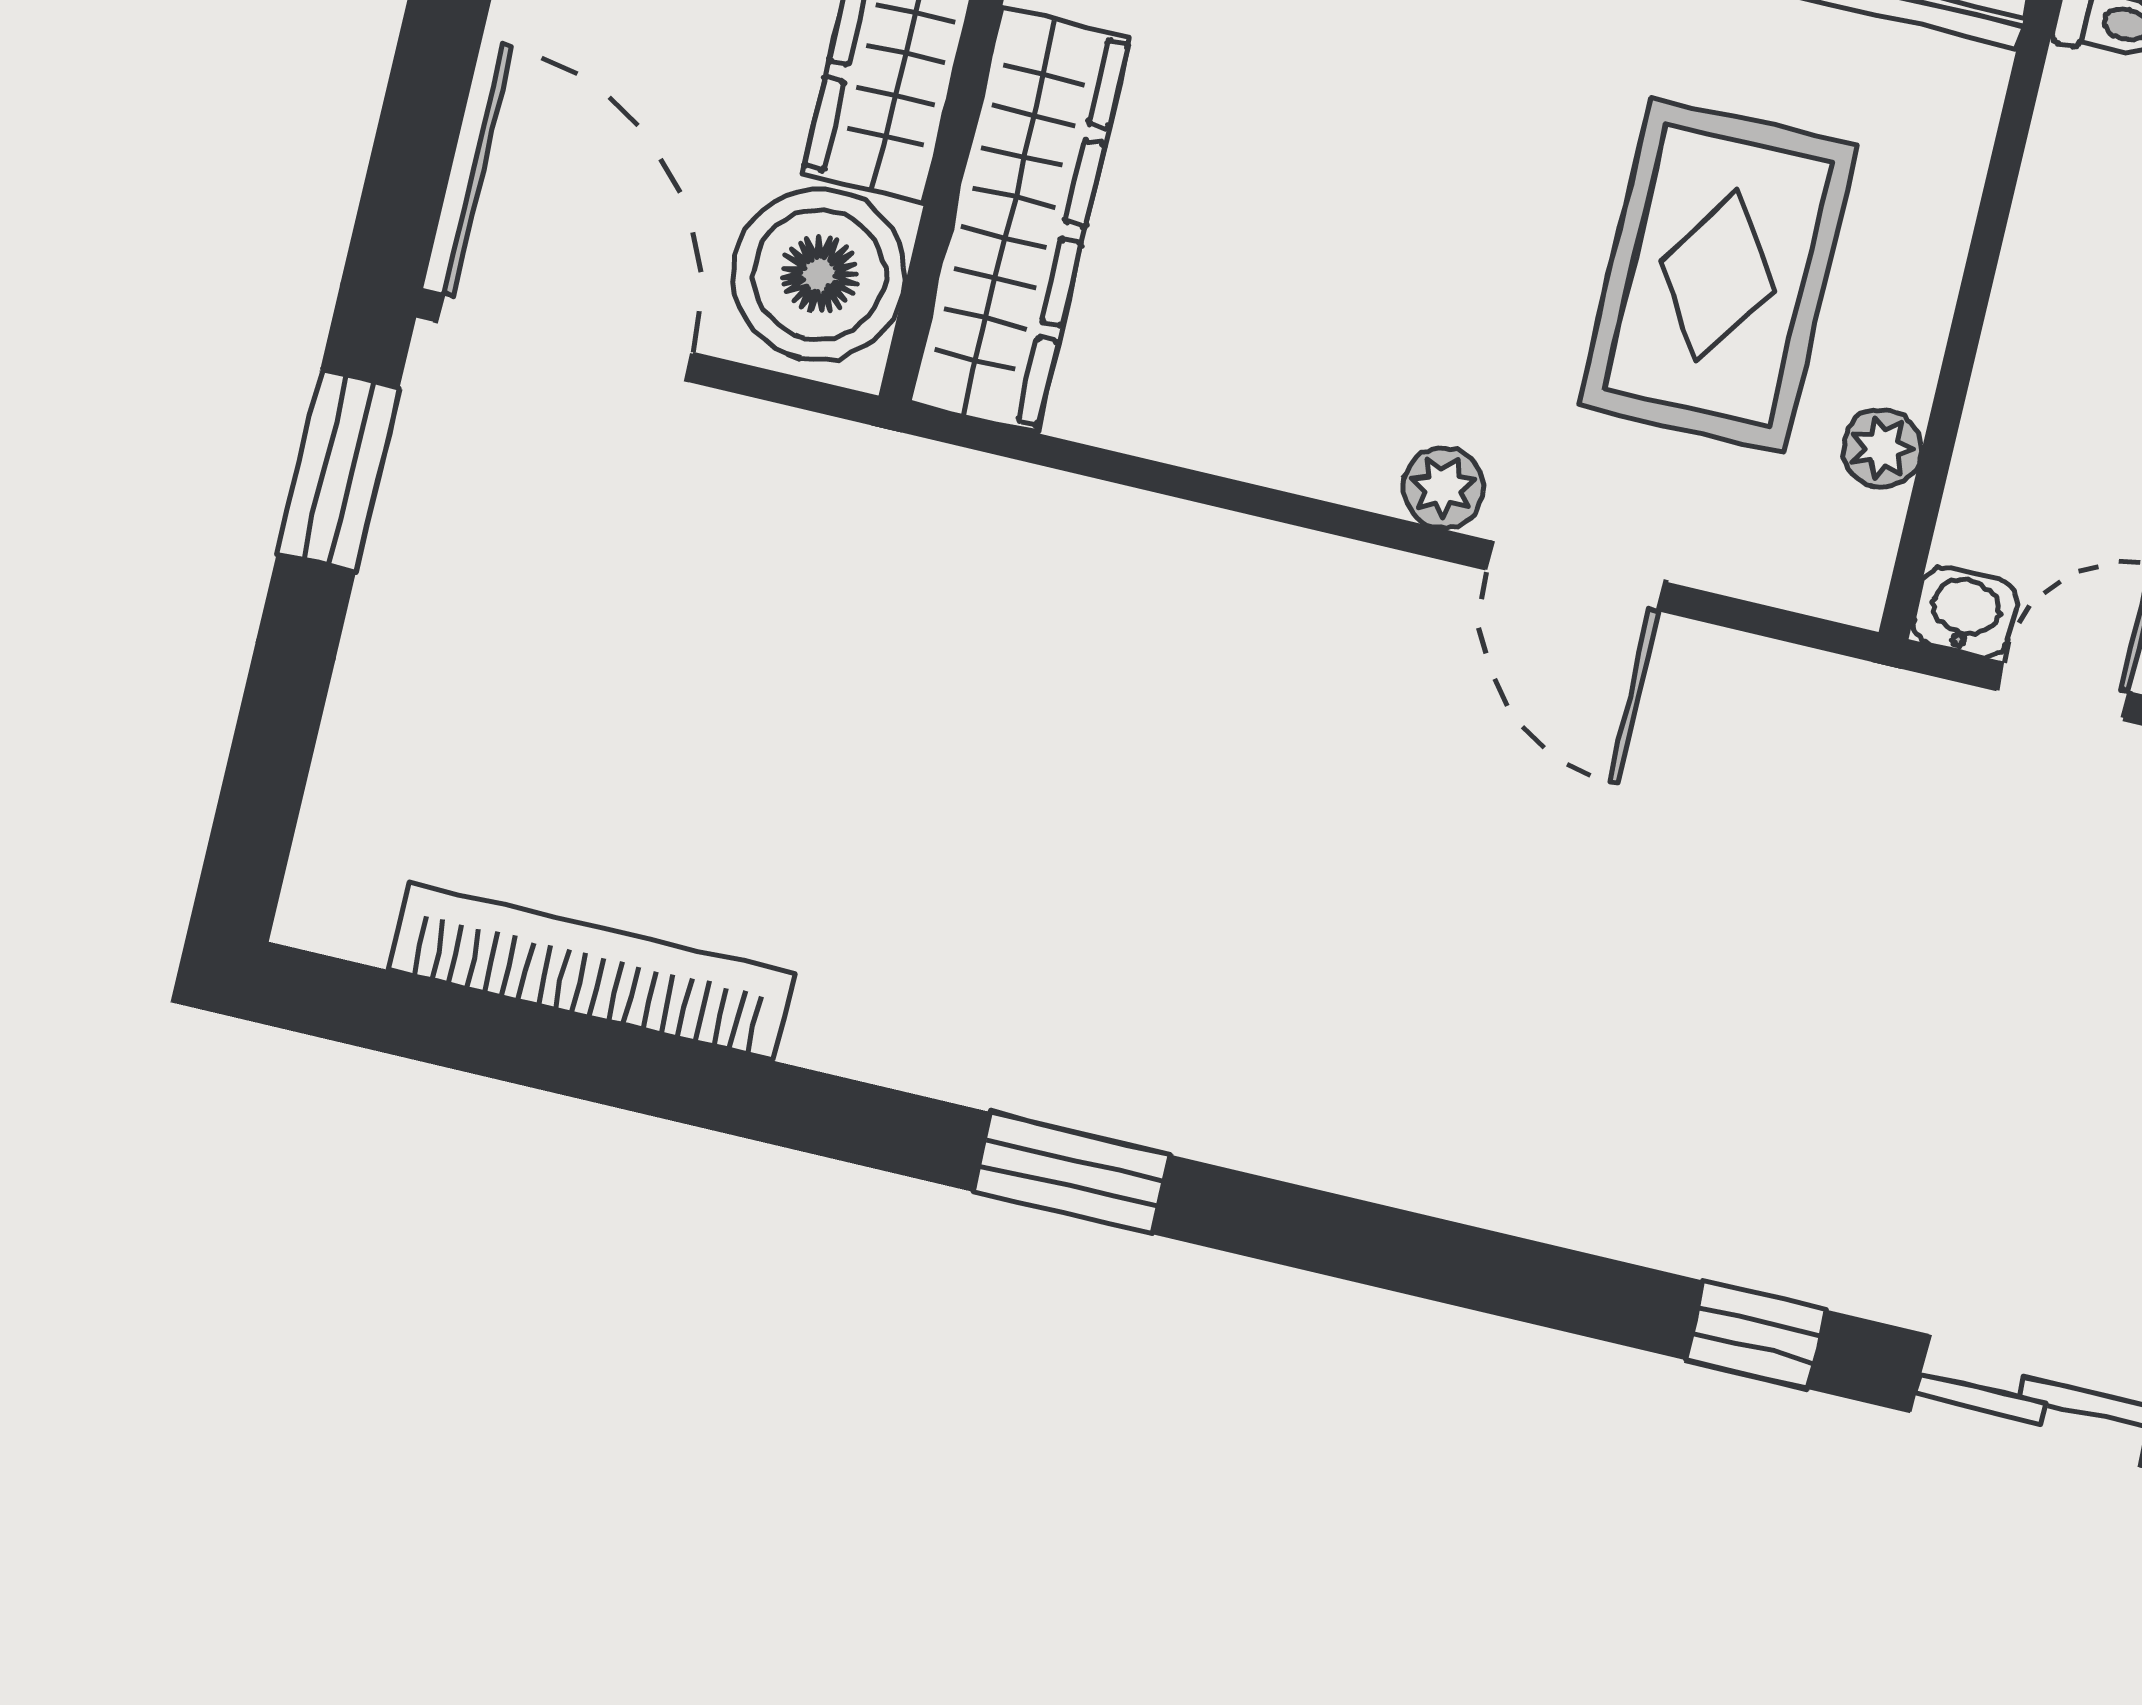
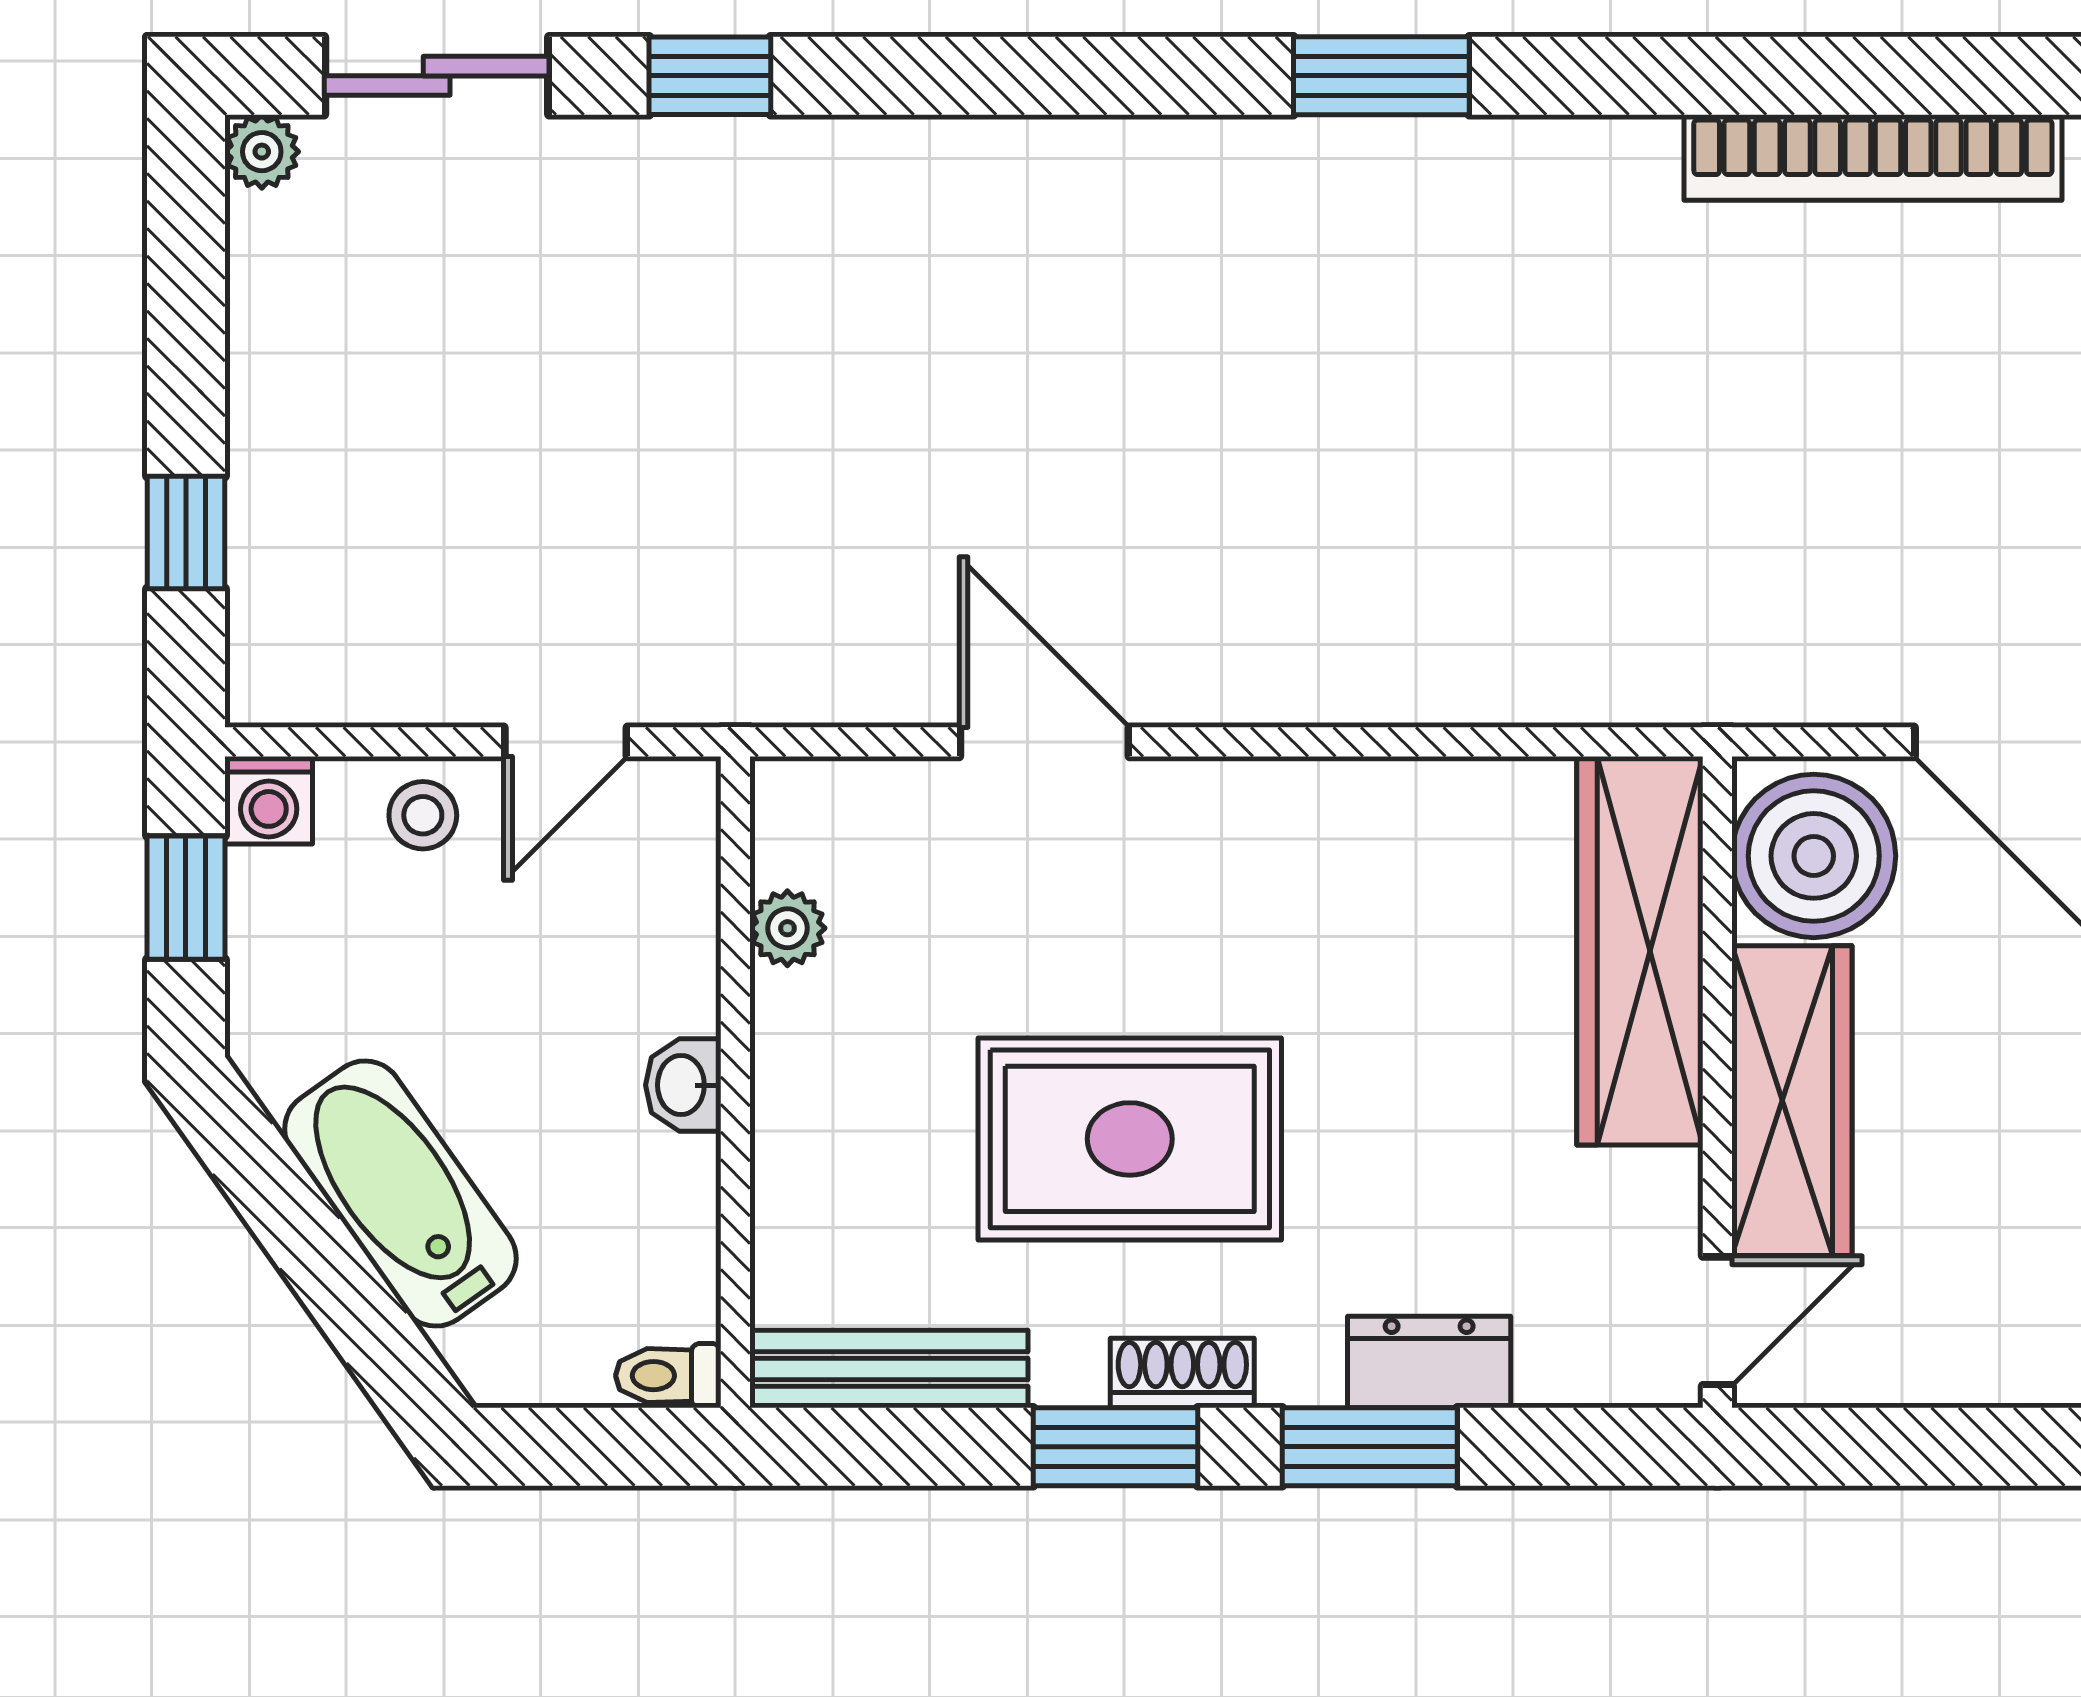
rug: (1718, 276) -> (1130, 1139), moved, turned 90
plant: (1443, 488) -> (1187, 795), removed
washbasin: (1965, 612) -> (683, 1085), moved, turned 90

